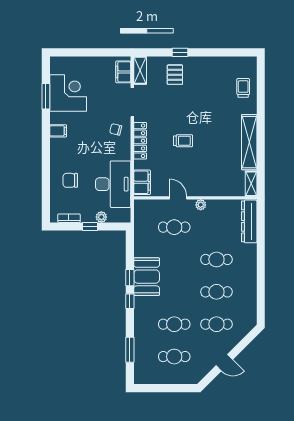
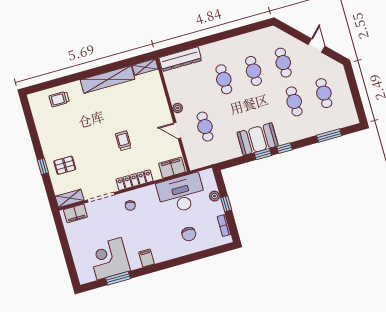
door: (178, 198) -> (177, 130), hinge flipped

